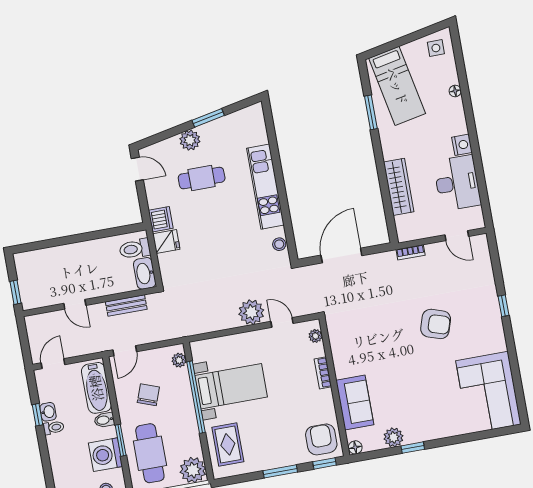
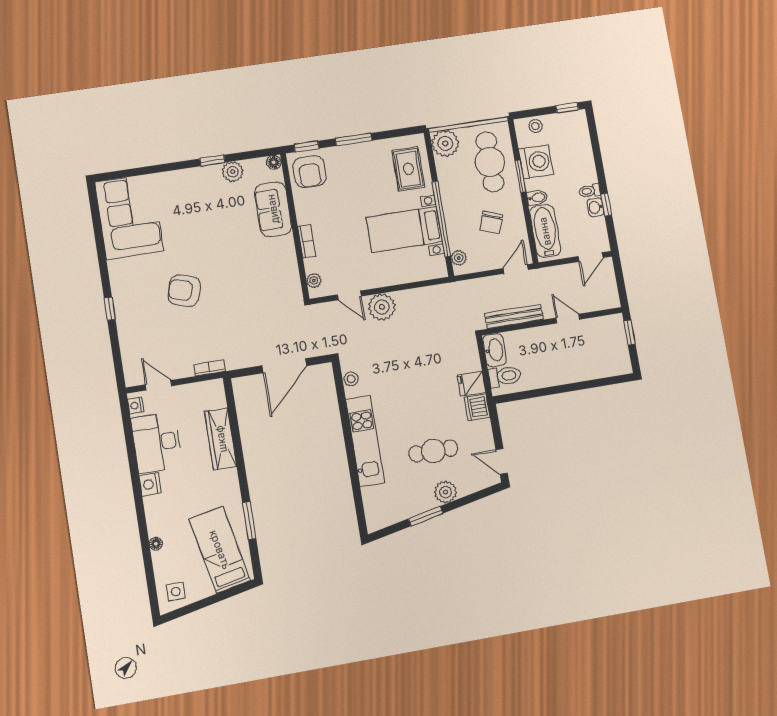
nightstand: (477, 217) -> (136, 405), added
bench: (126, 306) -> (514, 316), width x1.36

